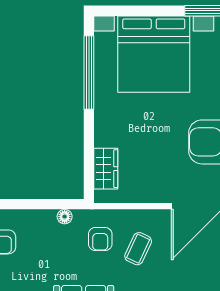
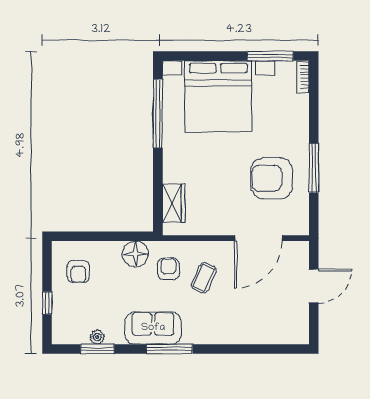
floor lamp: (65, 217) -> (135, 254), width x1.89, depth x1.89
armchair: (100, 239) -> (168, 269), turned 180

